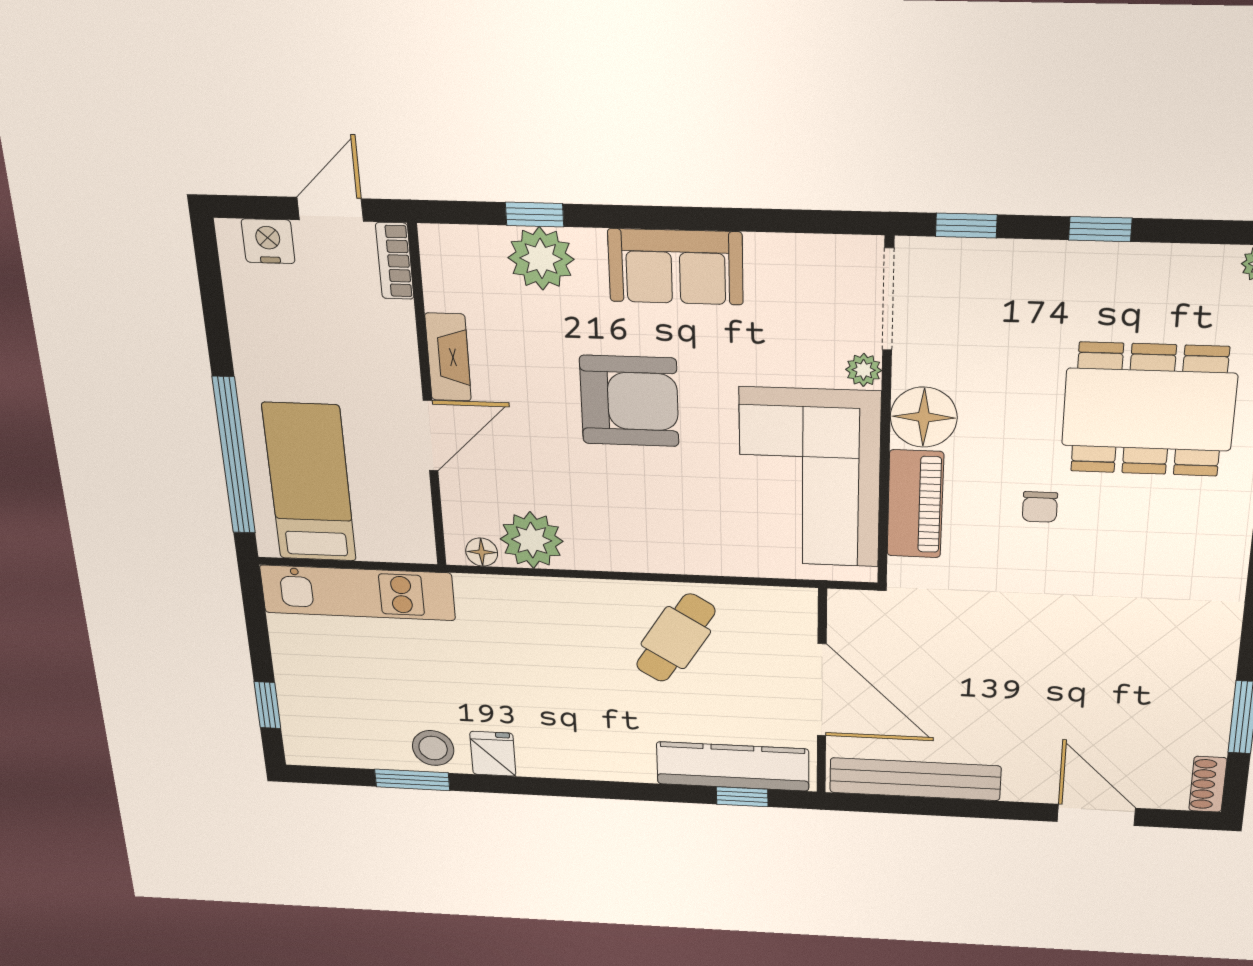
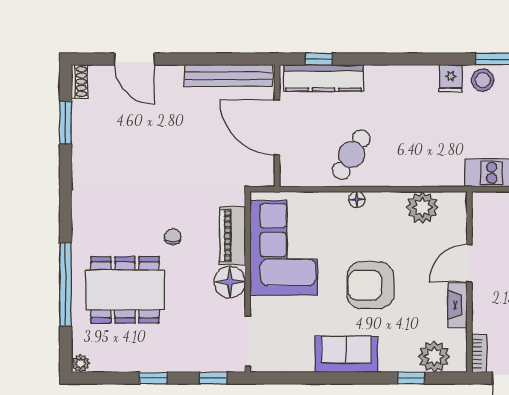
plant: (541, 259) -> (434, 357), moved
plant: (864, 370) -> (259, 305), removed
floor lamp: (482, 552) -> (357, 199), moved

